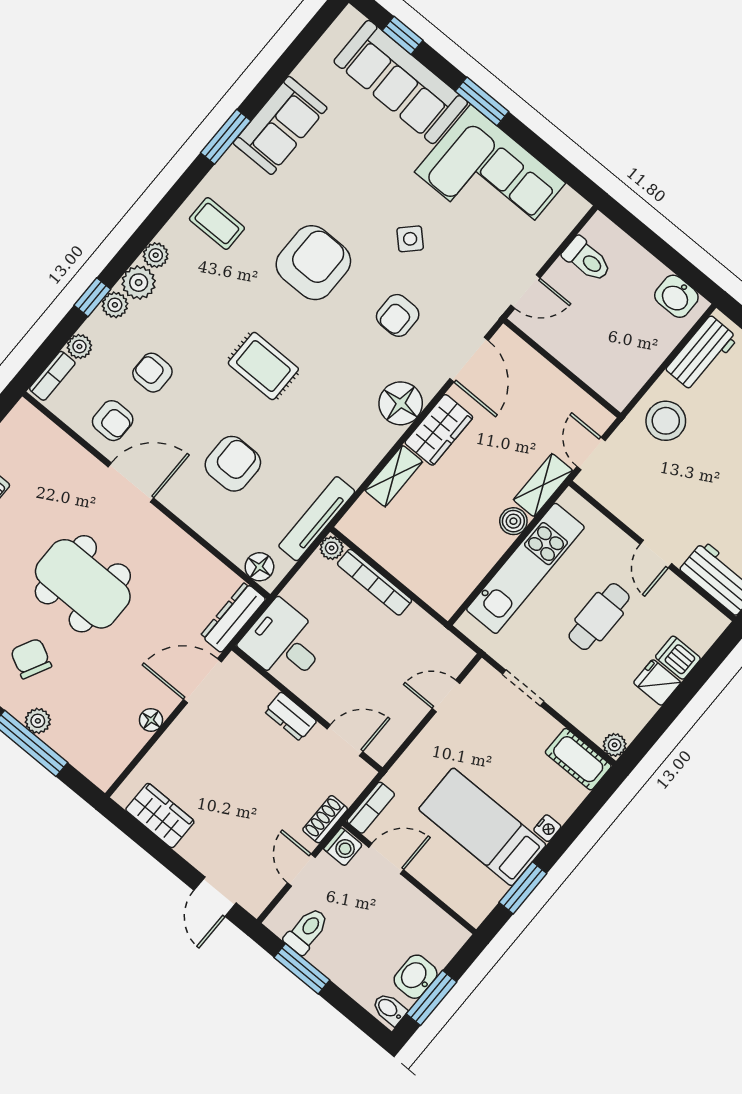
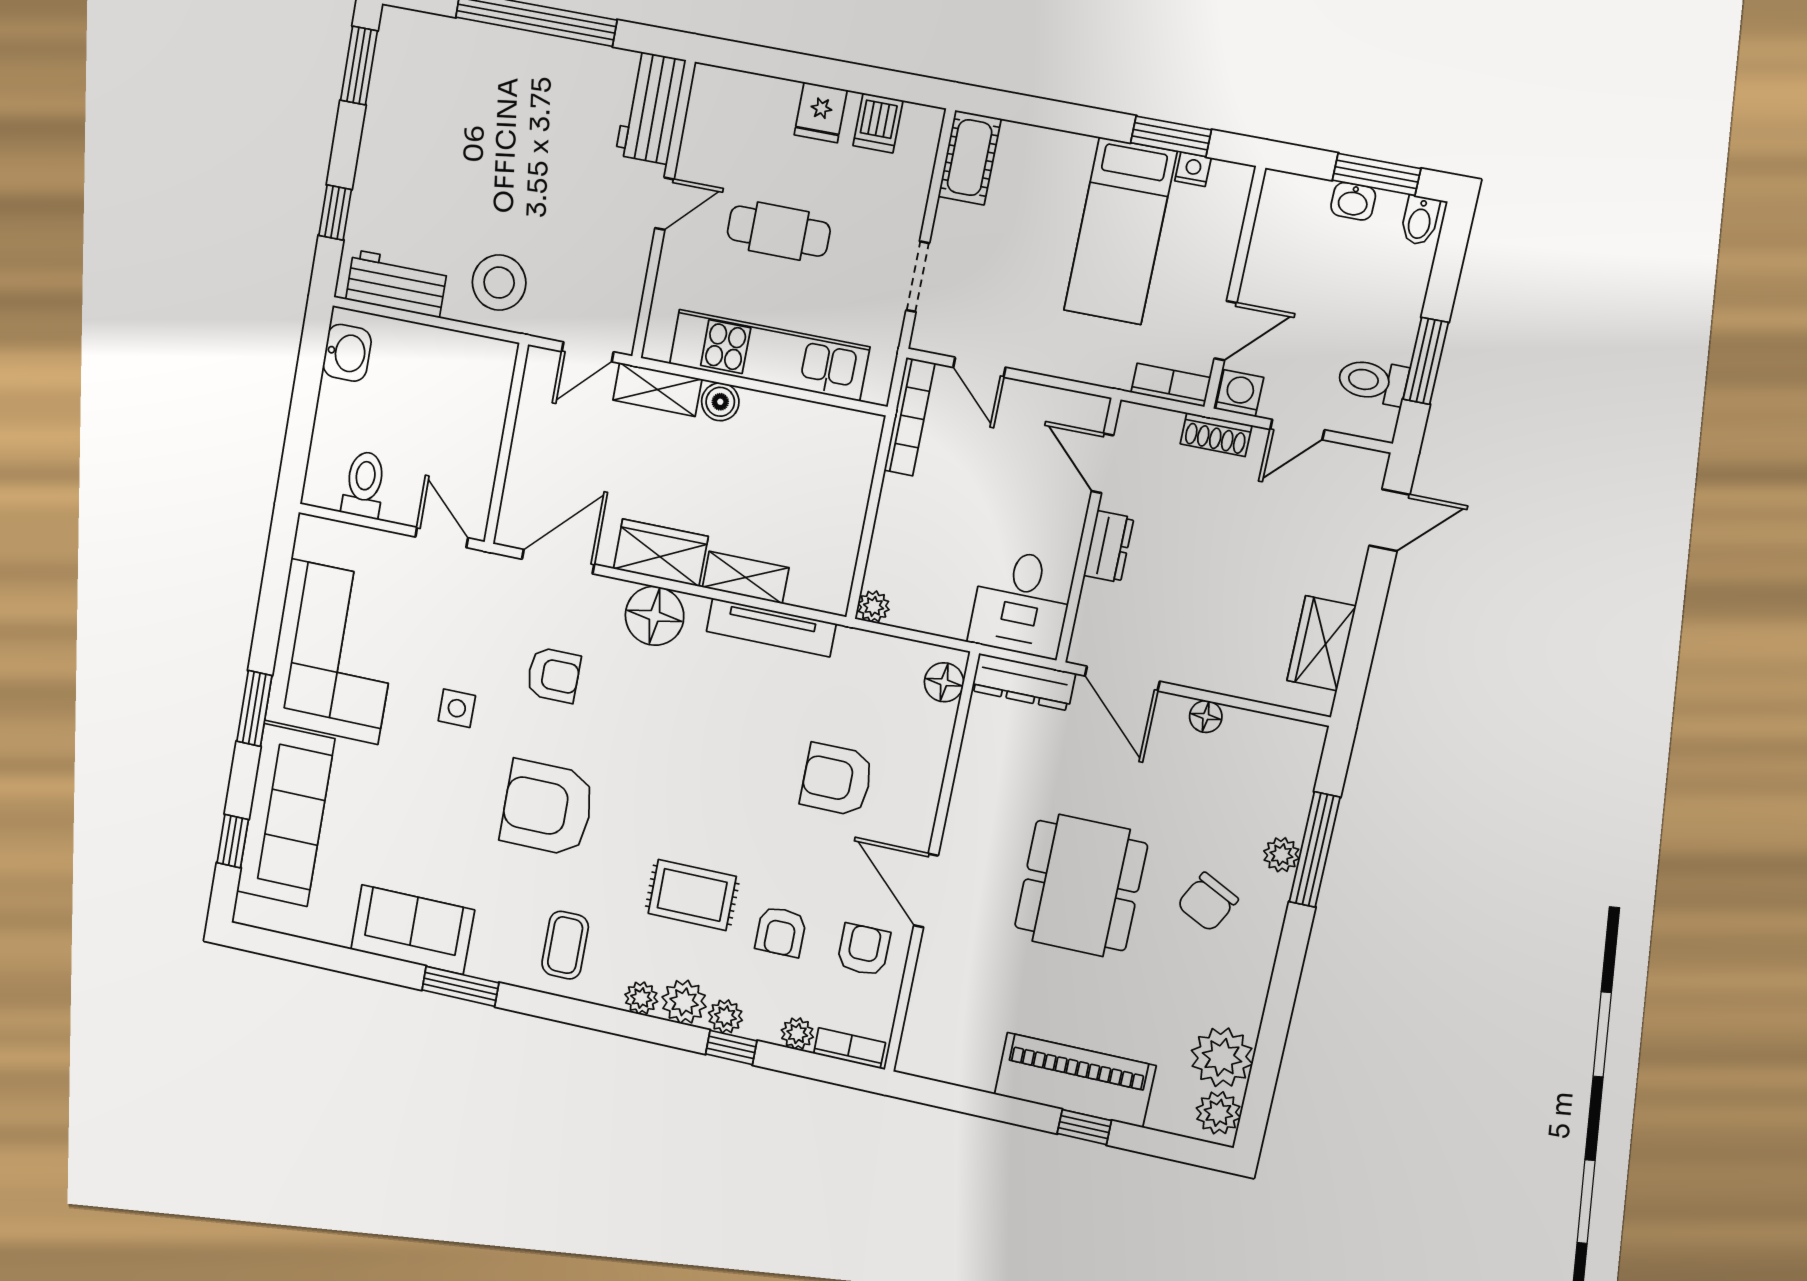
side table: (410, 239) -> (457, 708), turned 45
rug: (263, 366) -> (692, 895), moved, turned 90
tv unit: (317, 519) -> (771, 627), moved
bookcase: (375, 582) -> (909, 417), moved
dishwasher: (678, 658) -> (878, 123), moved
plant: (615, 745) -> (927, 122), removed
nightstand: (547, 828) -> (1193, 169), moved
door: (386, 858) -> (1225, 331), swing flipped
washbasin: (416, 977) -> (1353, 201), width x0.72, depth x0.69

